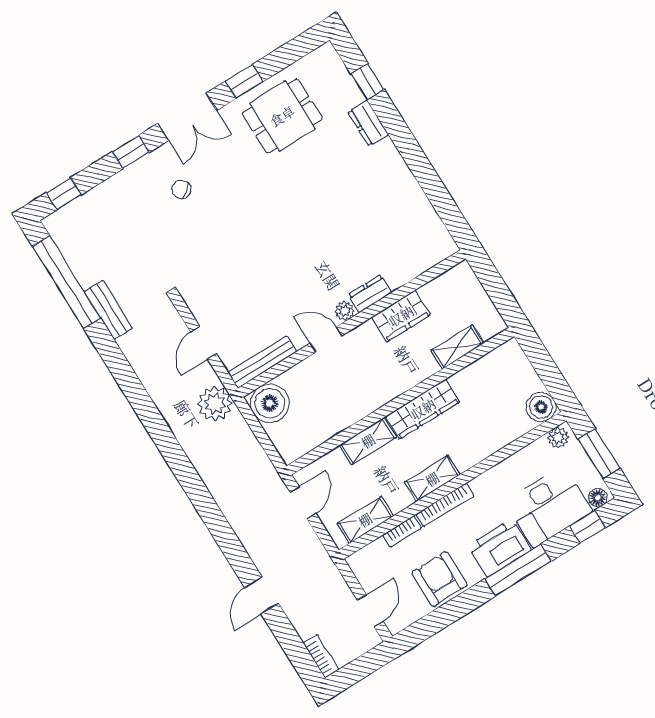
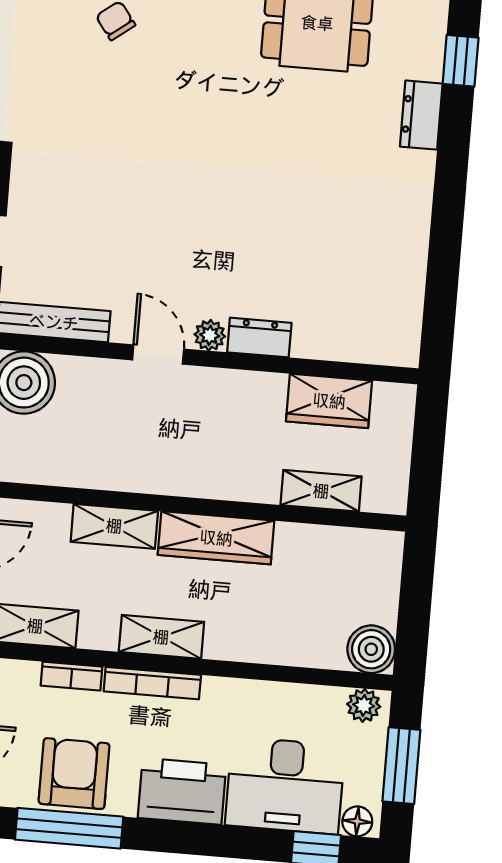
wardrobe: (401, 316) -> (329, 401), moved
window: (518, 570) -> (69, 828), moved

